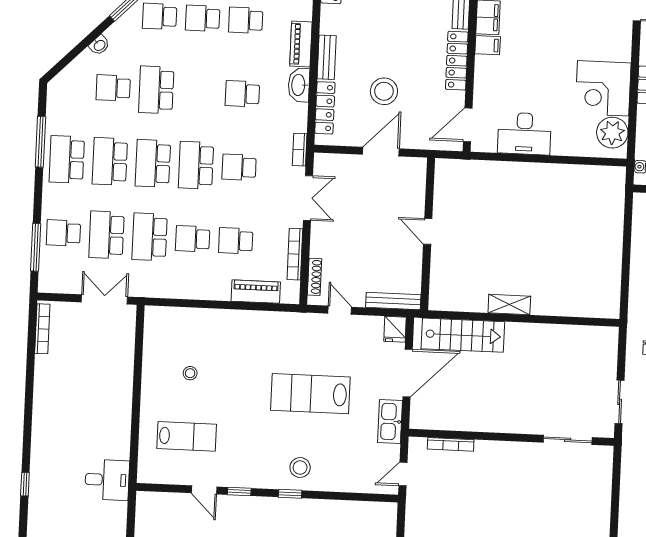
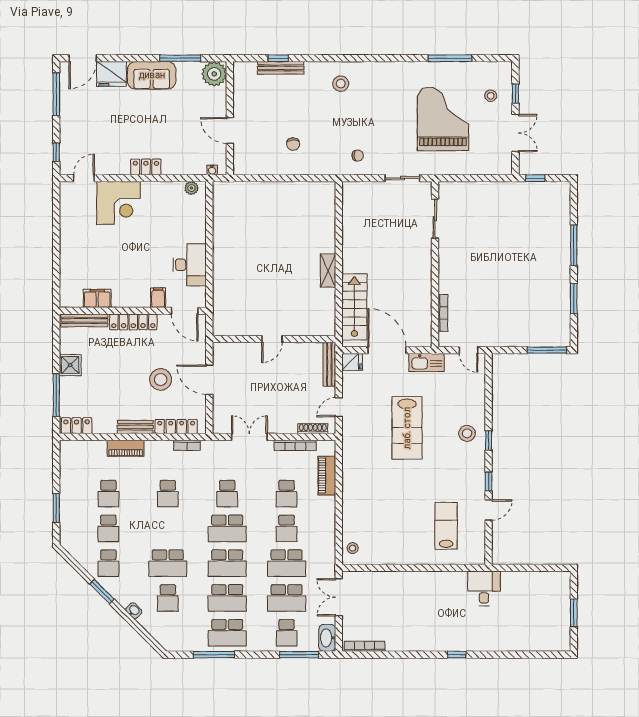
filing cabinet: (488, 45) -> (158, 298), moved
washbasin: (299, 85) -> (327, 638), moved, turned 90
corner desk: (603, 88) -> (118, 203), moved
plant: (612, 133) -> (191, 188), width x0.53, depth x0.53
bookcase: (300, 150) -> (187, 445), moved
stool: (190, 373) -> (353, 548), moved
window: (25, 484) -> (457, 655), moved

